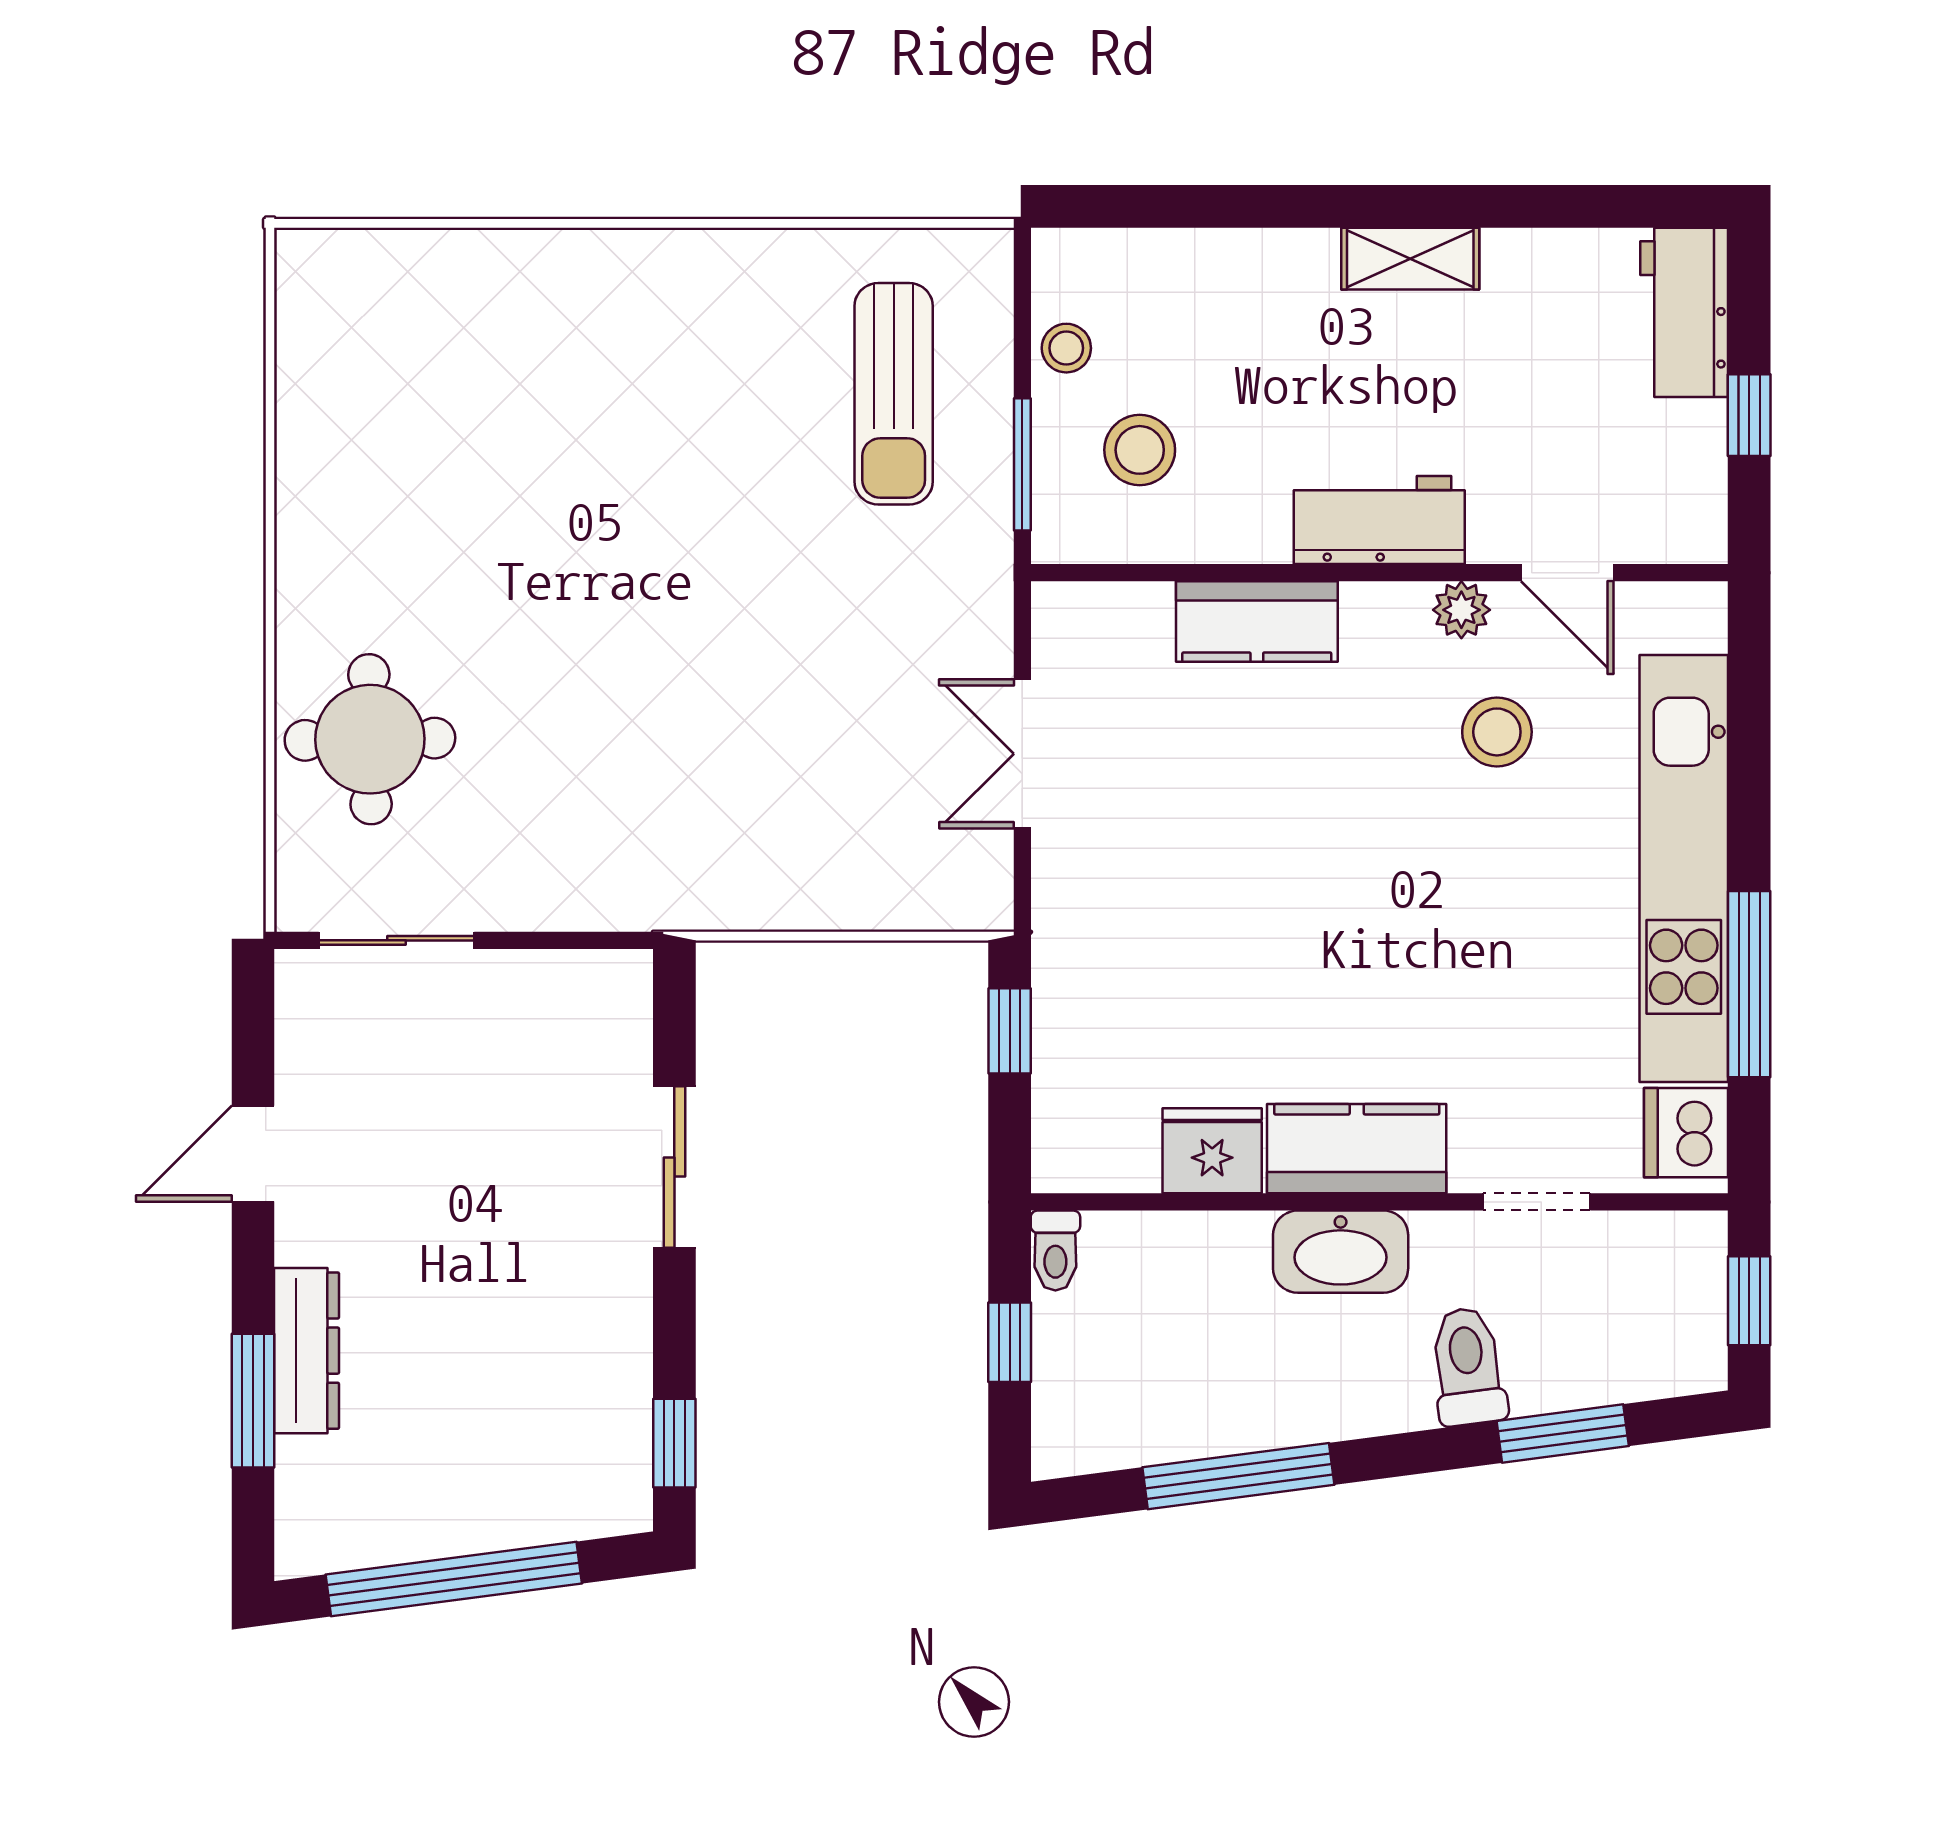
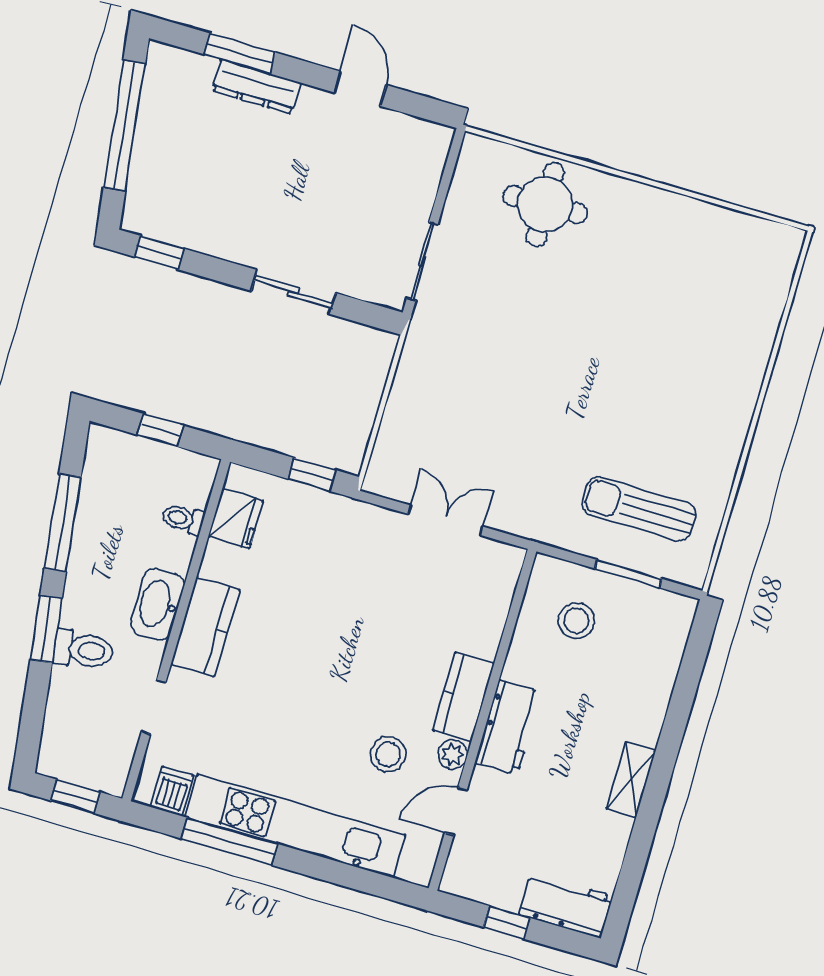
stool: (1066, 348) -> (637, 599), removed
window: (1022, 464) -> (628, 574), moved
kitchen counter: (1257, 622) -> (463, 697), moved
sliding door: (396, 940) -> (422, 261), moved
dishwasher: (1686, 1133) -> (172, 791), width x0.73
fridge: (1212, 1151) -> (236, 518), moved
toilet: (1055, 1250) -> (183, 519), moved
window: (1563, 1433) -> (46, 629), moved

